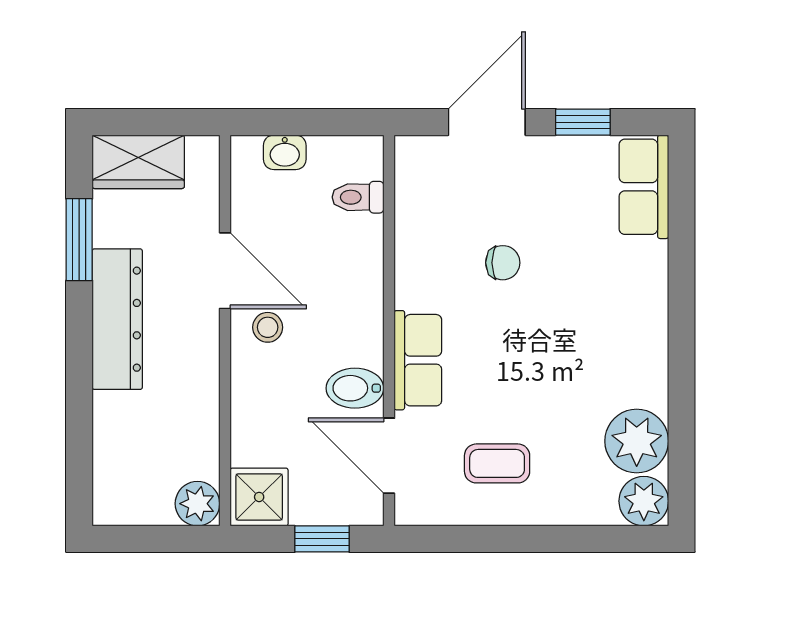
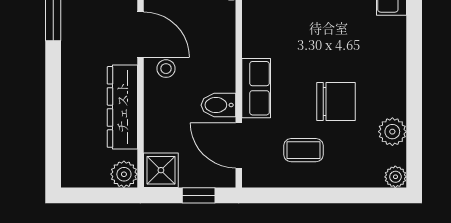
chair: (503, 263) -> (336, 102), moved, width x1.87, depth x1.87
dresser: (117, 319) -> (122, 107), moved, turned 180
plant: (637, 441) -> (392, 132), width x0.73, depth x0.73
plant: (644, 501) -> (395, 177), width x0.73, depth x0.73

